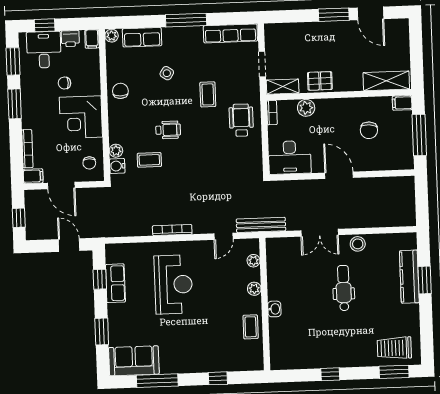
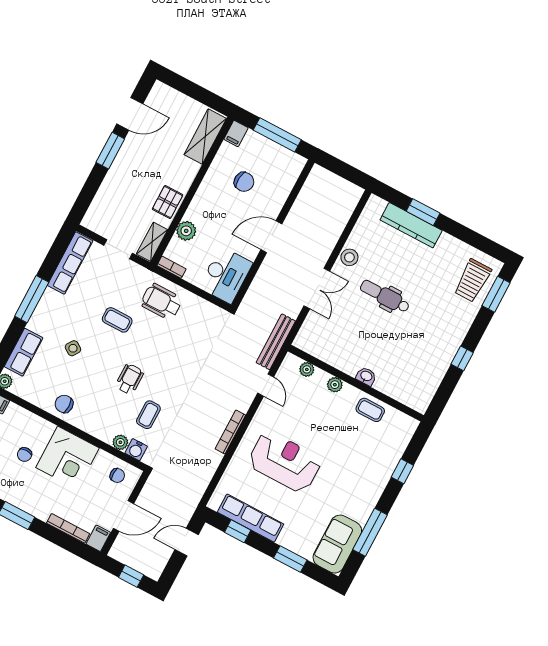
row of seats: (115, 283) -> (251, 518), width x1.48

